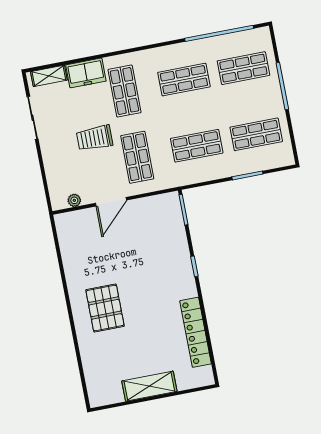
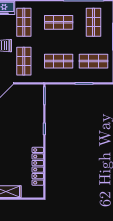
shop shelf: (243, 68) -> (94, 22), turned 90

